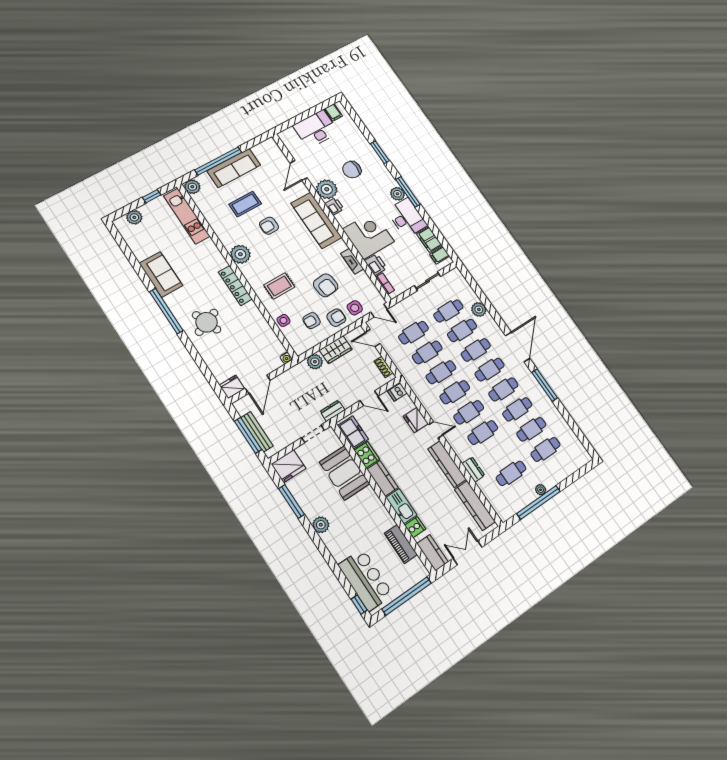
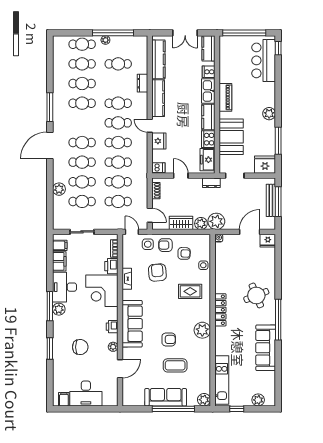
plant: (327, 189) -> (113, 347), width x0.53, depth x0.53
sofa: (161, 274) -> (266, 348), width x1.36
plant: (300, 374) -> (216, 221), added
cafe table: (503, 389) -> (82, 44), moved
piano: (401, 544) -> (225, 97), moved

